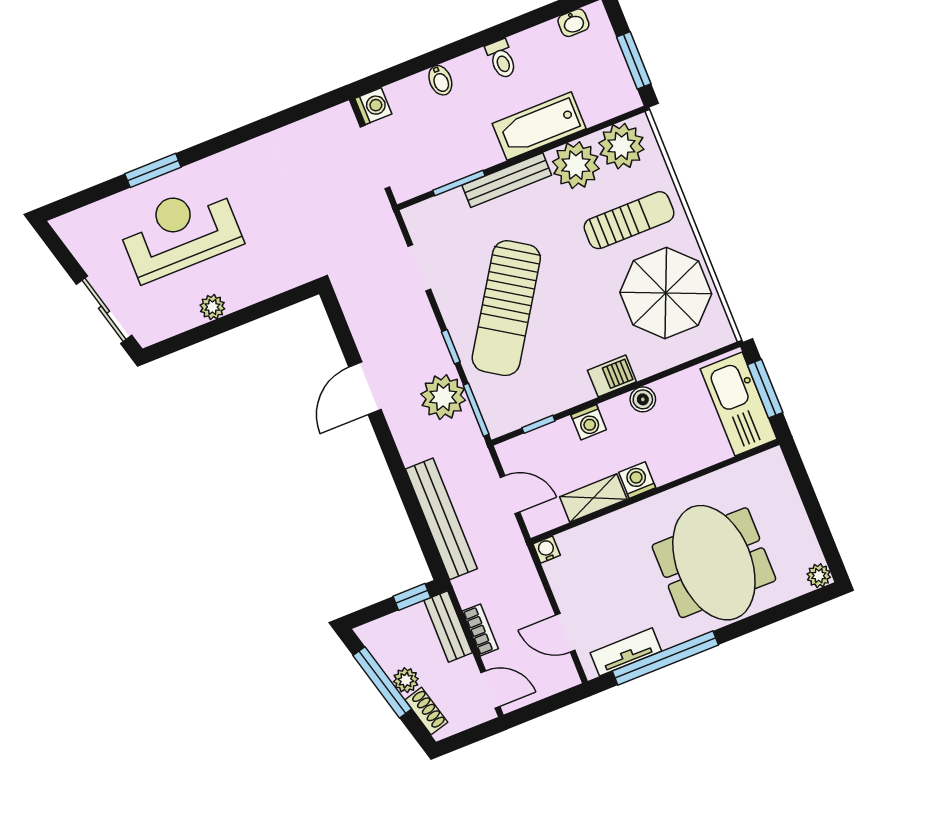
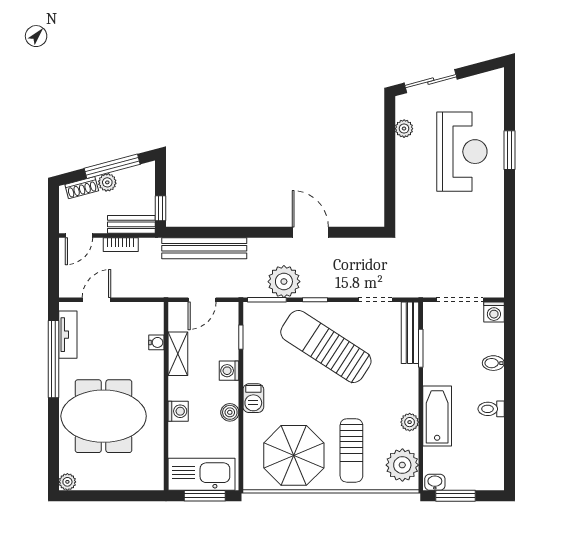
washbasin: (573, 23) -> (435, 482), moved, turned 90
plant: (576, 165) -> (410, 422), width x0.53, depth x0.53
bench: (507, 180) -> (410, 333), moved
plant: (212, 307) -> (404, 129), moved
washing machine: (637, 480) -> (178, 411), moved
water cooler: (547, 550) -> (156, 342), moved

